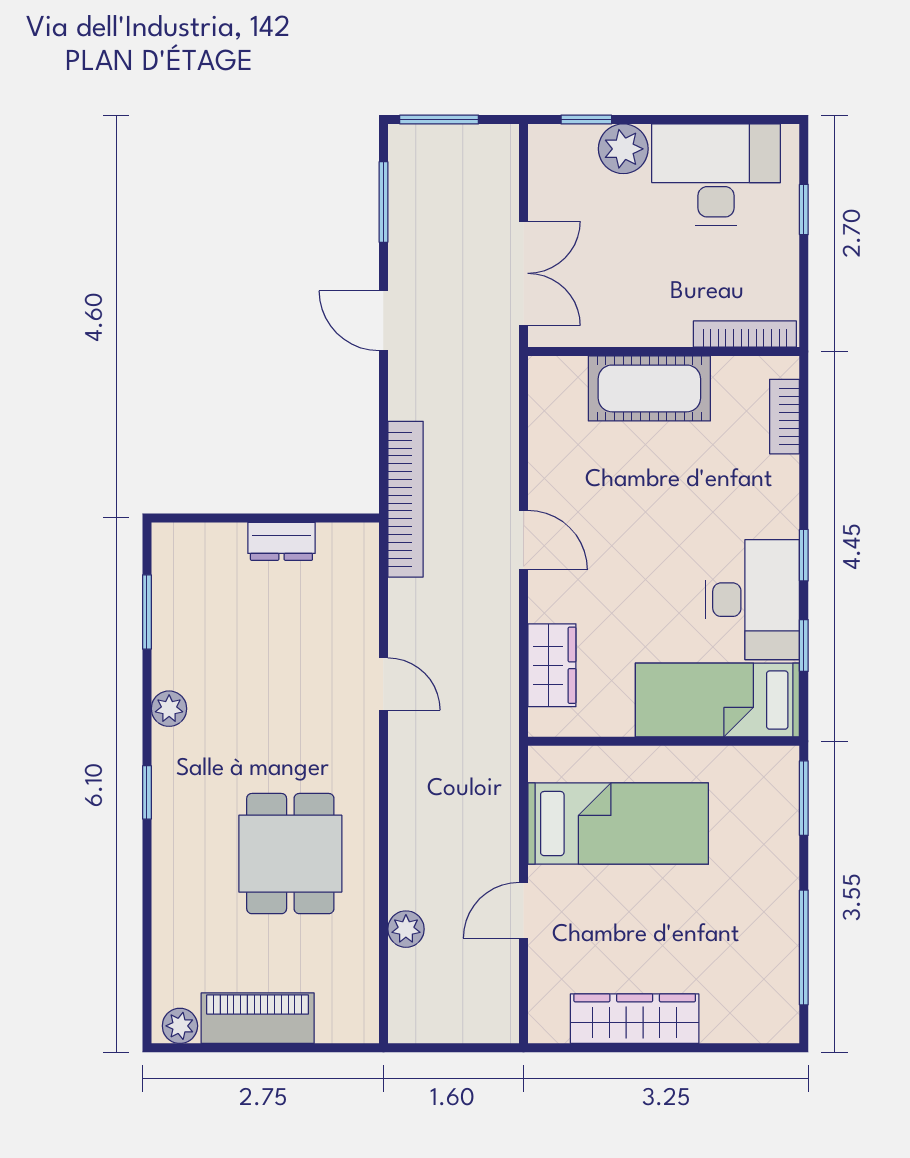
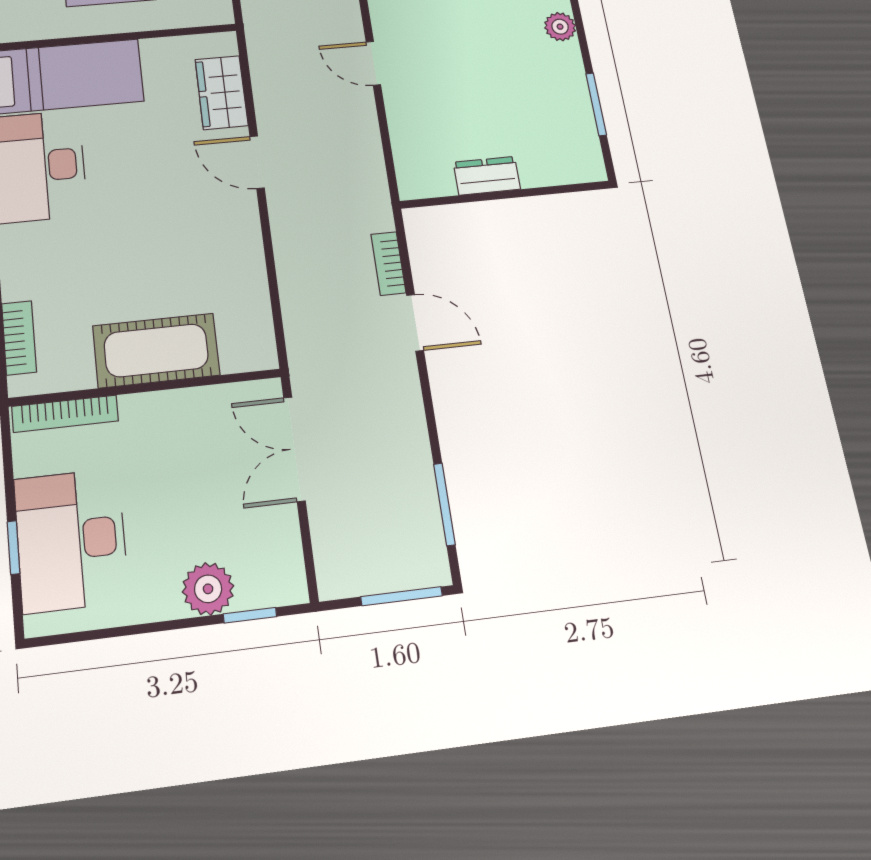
desk: (716, 174) -> (71, 540), moved, turned 90
door: (383, 321) -> (415, 323), moved
bookcase: (405, 499) -> (388, 263), width x0.43, depth x0.76
door: (524, 540) -> (257, 162), moved

